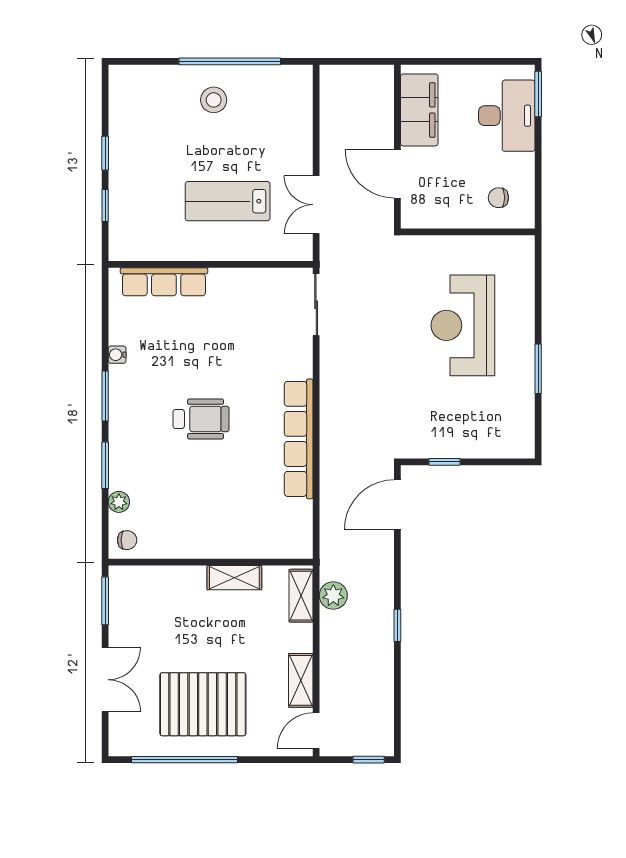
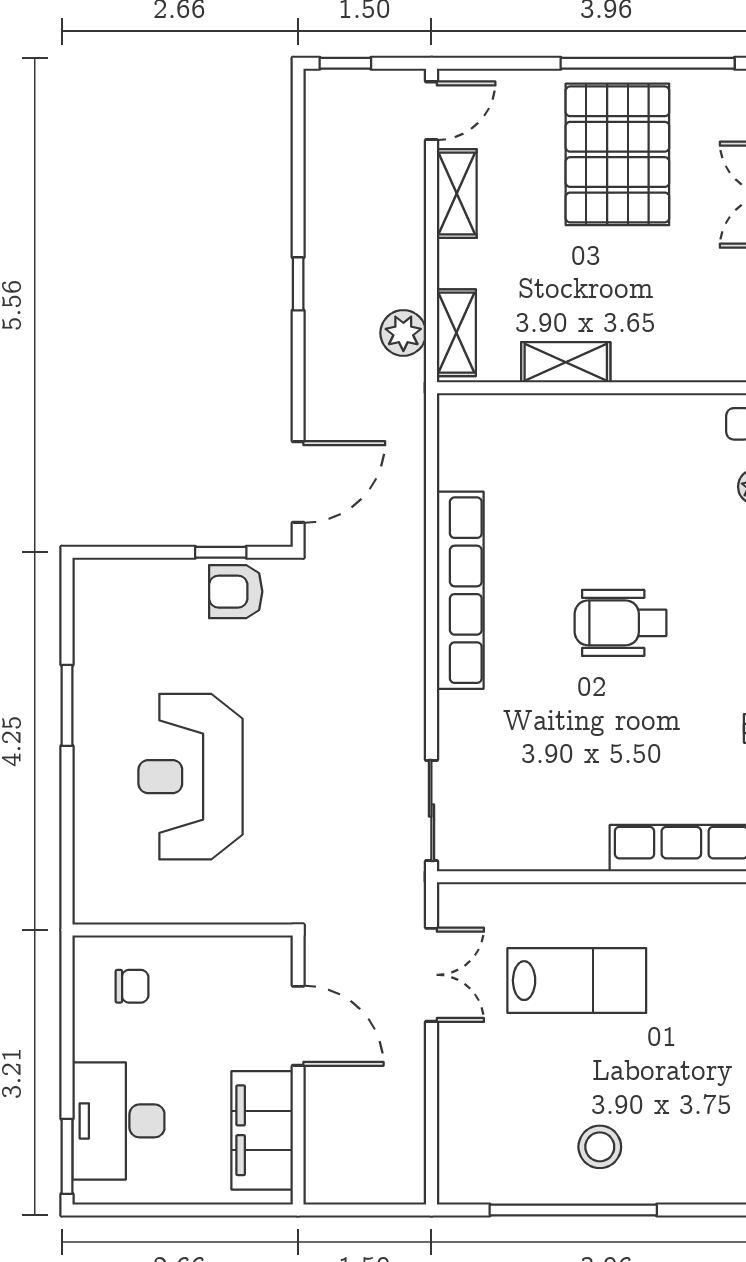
reception desk: (463, 325) -> (191, 777), turned 180
armchair: (435, 438) -> (236, 592), added
pallet: (203, 704) -> (617, 154), turned 90

